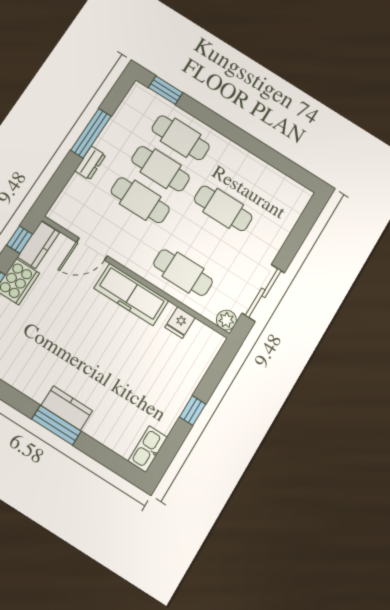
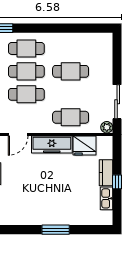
fridge: (180, 322) -> (84, 145), width x1.88, depth x1.34
kitchen counter: (67, 408) -> (106, 173), moved, turned -90
kitchen sink: (148, 449) -> (107, 198), moved

